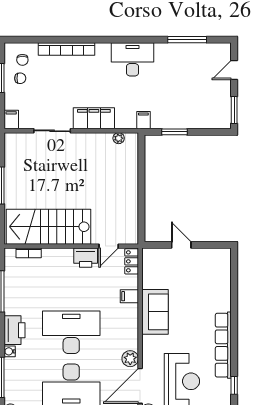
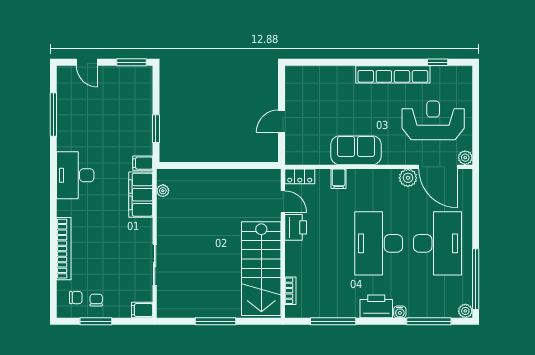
filing cabinet: (94, 118) -> (141, 195), moved

